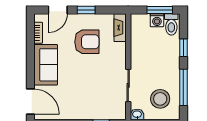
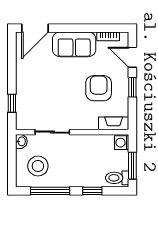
washing machine: (157, 20) -> (122, 143), moved
armchair: (87, 42) -> (99, 88), turned 180

